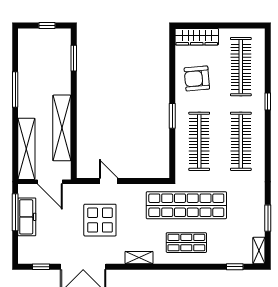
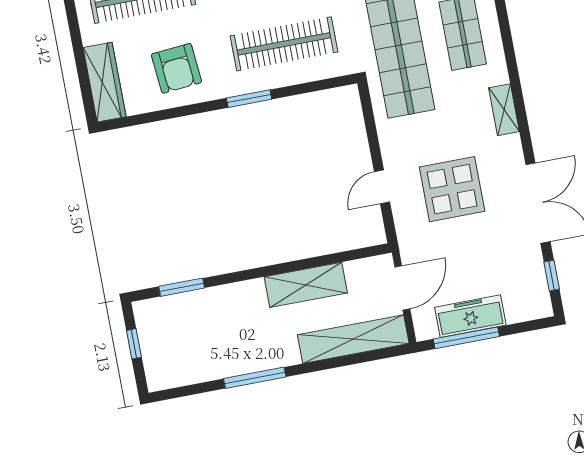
shelving: (62, 128) -> (306, 285), width x0.68

